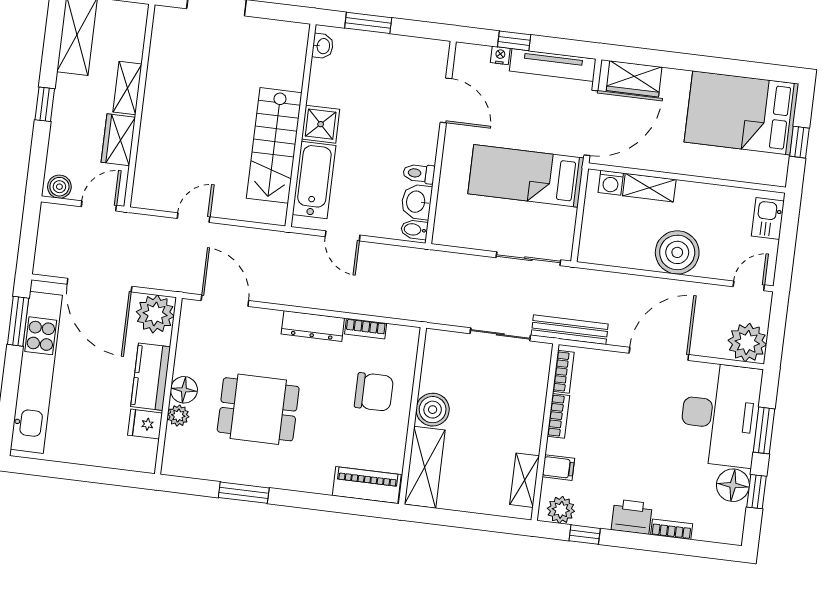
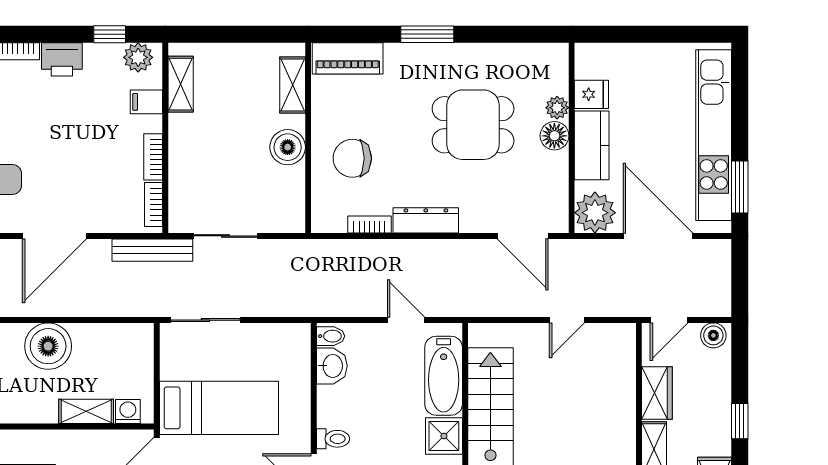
toilet: (419, 173) -> (333, 439), moved
shelving: (425, 467) -> (293, 85), width x0.67, depth x0.75
window: (244, 493) -> (427, 34), moved

